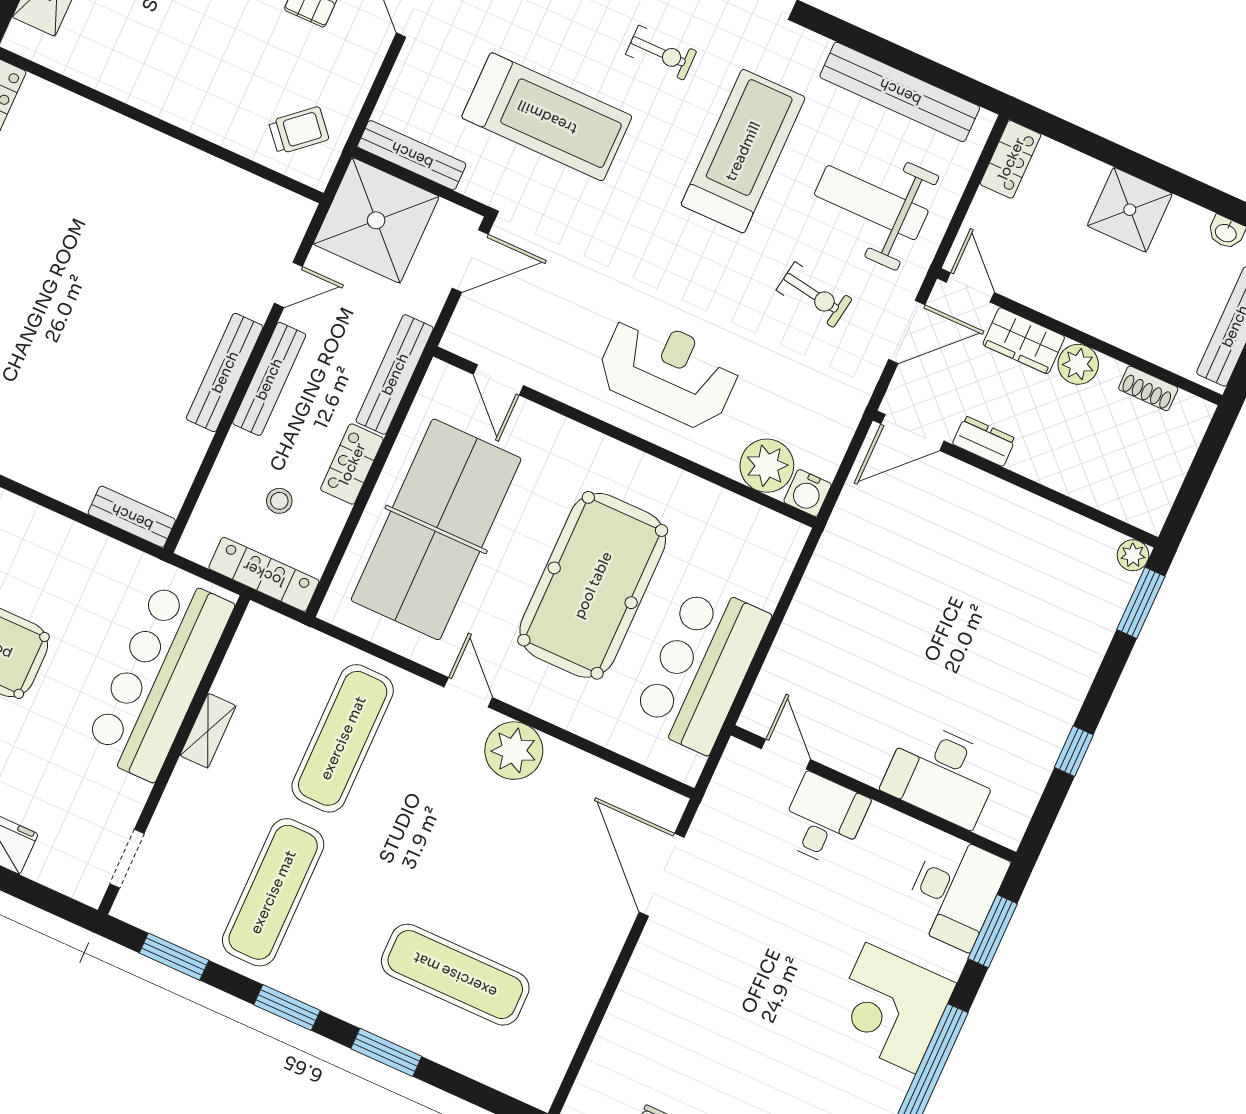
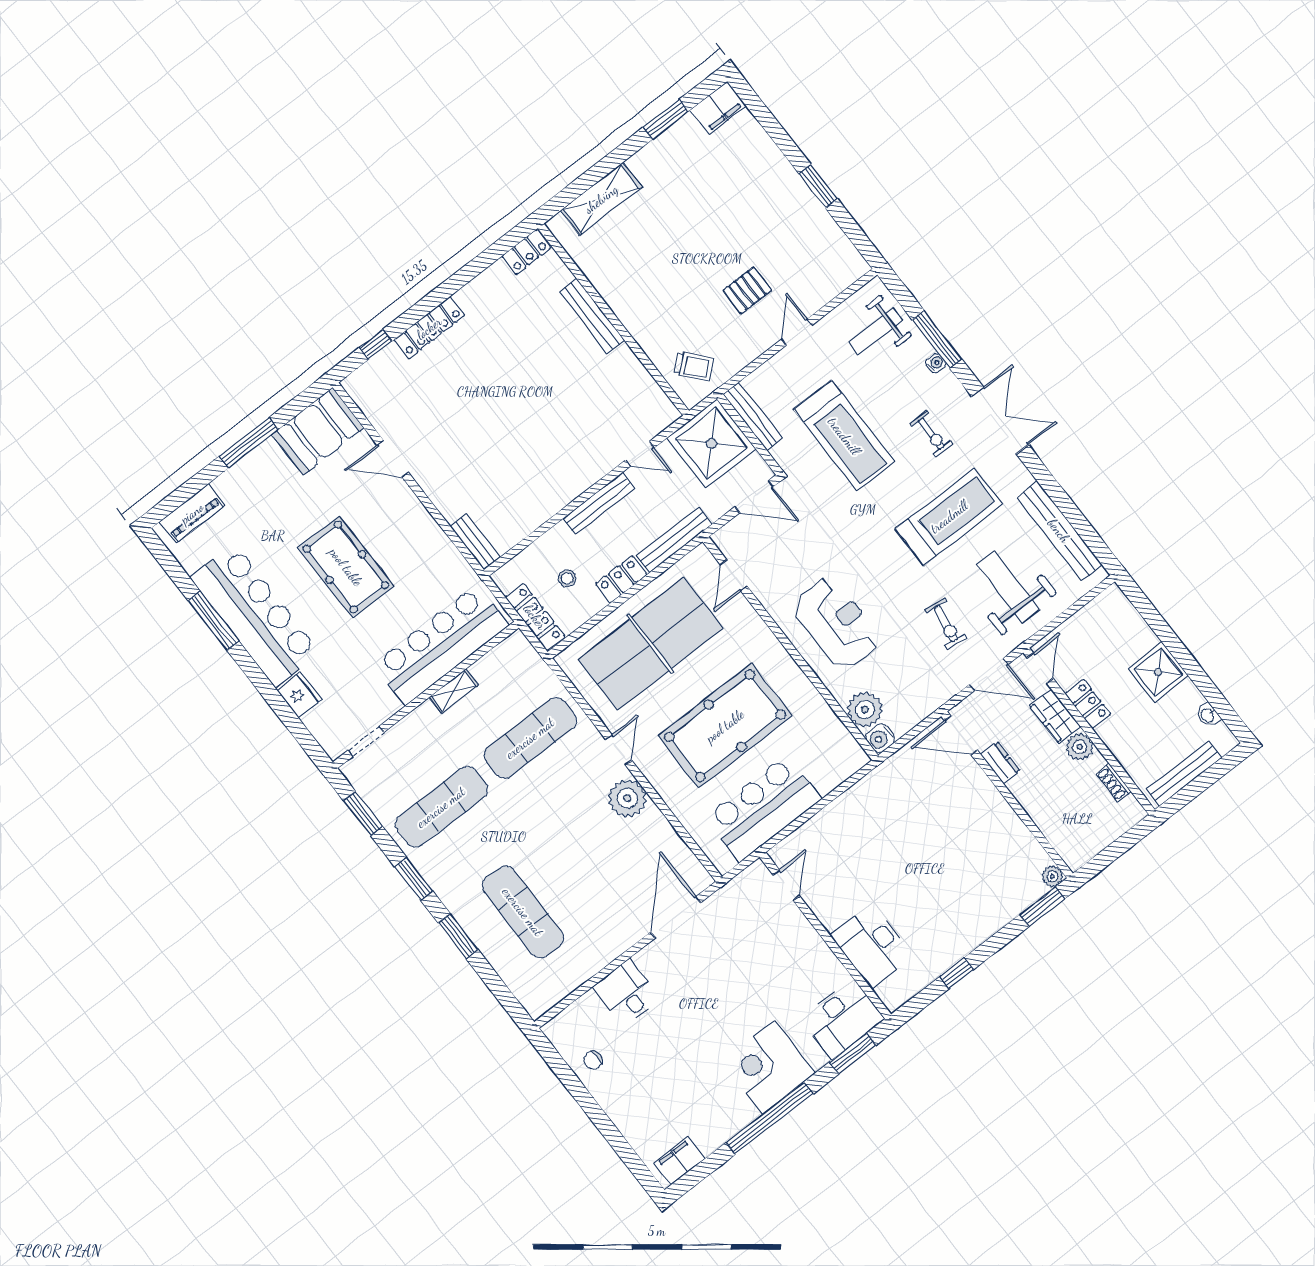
locker: (1011, 159) -> (1088, 704), moved, turned -90
bench: (225, 372) -> (592, 316), moved, turned 90
desk: (824, 820) -> (626, 993), moved, turned -90

